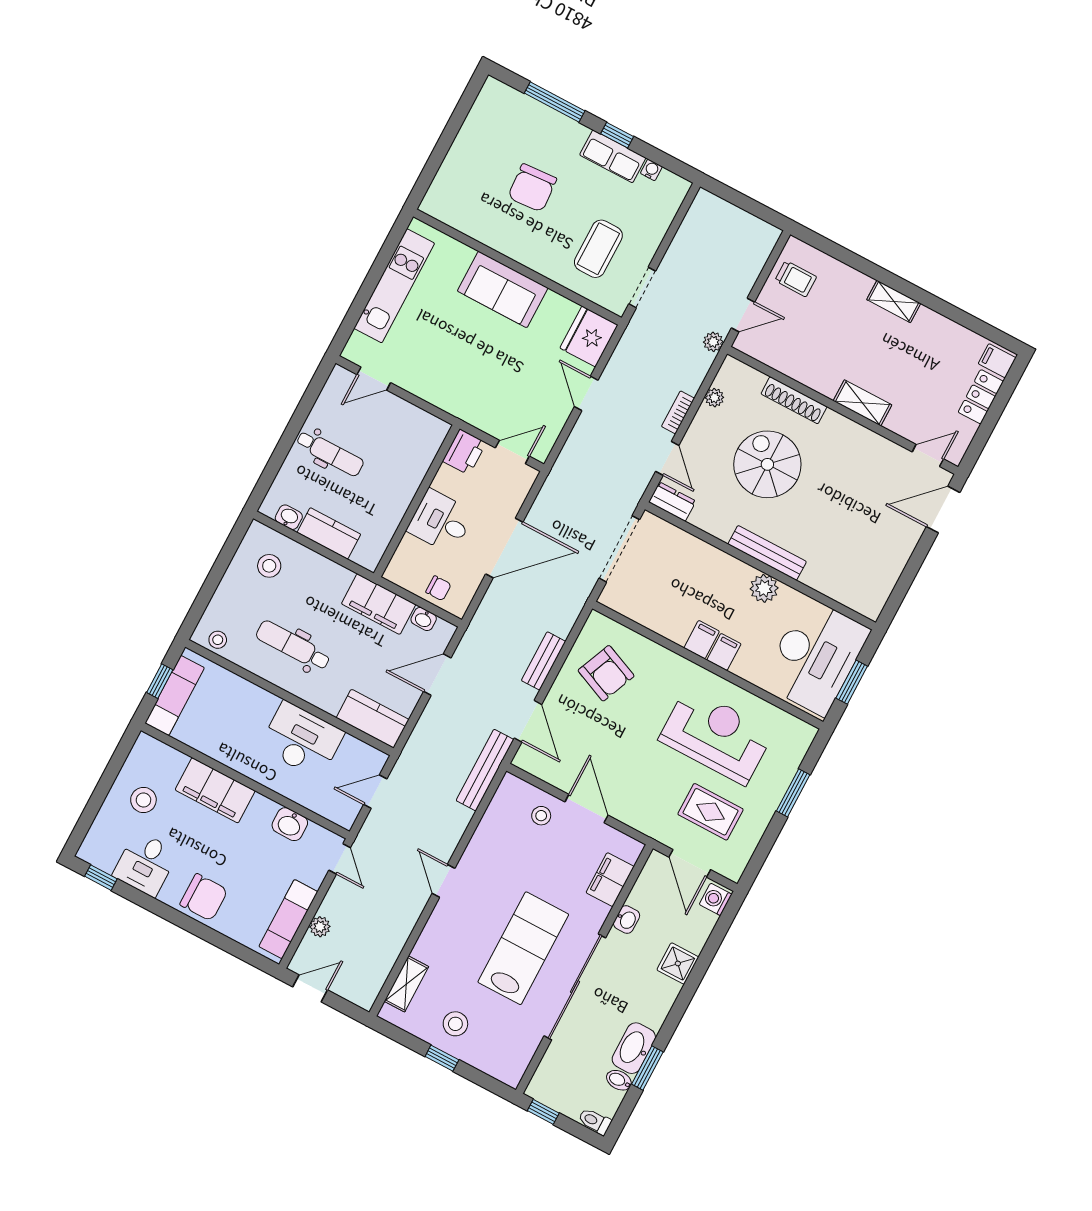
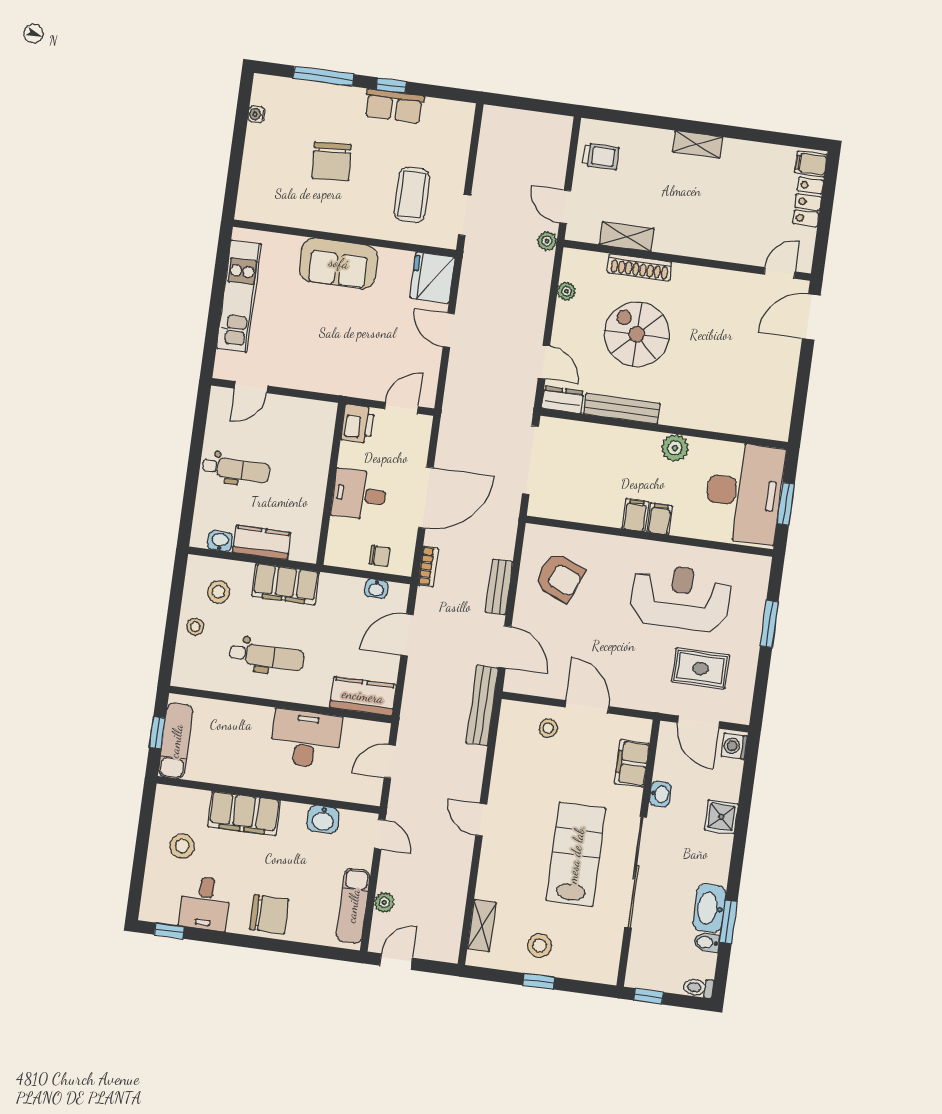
water cooler: (651, 170) -> (256, 114), moved, turned -90
door: (743, 315) -> (565, 207), swing flipped
shelving: (863, 403) -> (627, 236), moved
bookcase: (678, 412) -> (428, 567), moved, turned 180
bench: (767, 553) -> (622, 409), moved
filing cabinet: (379, 604) -> (285, 584), moved
stool: (218, 640) -> (195, 627), moved
dental chair: (293, 646) -> (267, 656), turned 180

